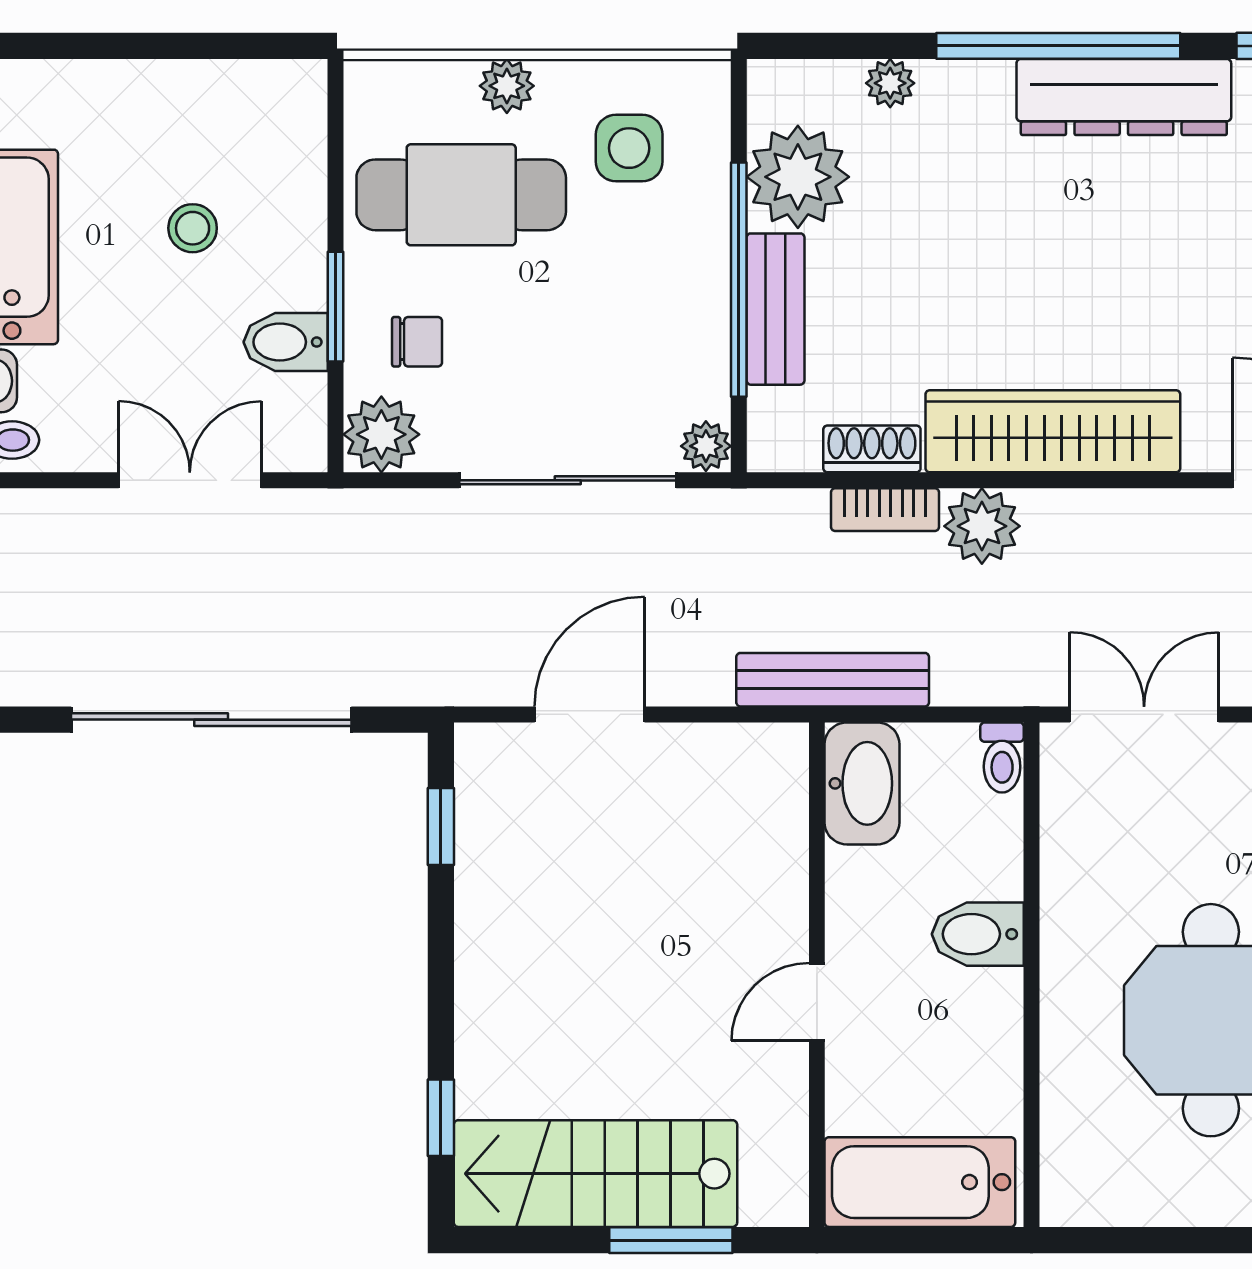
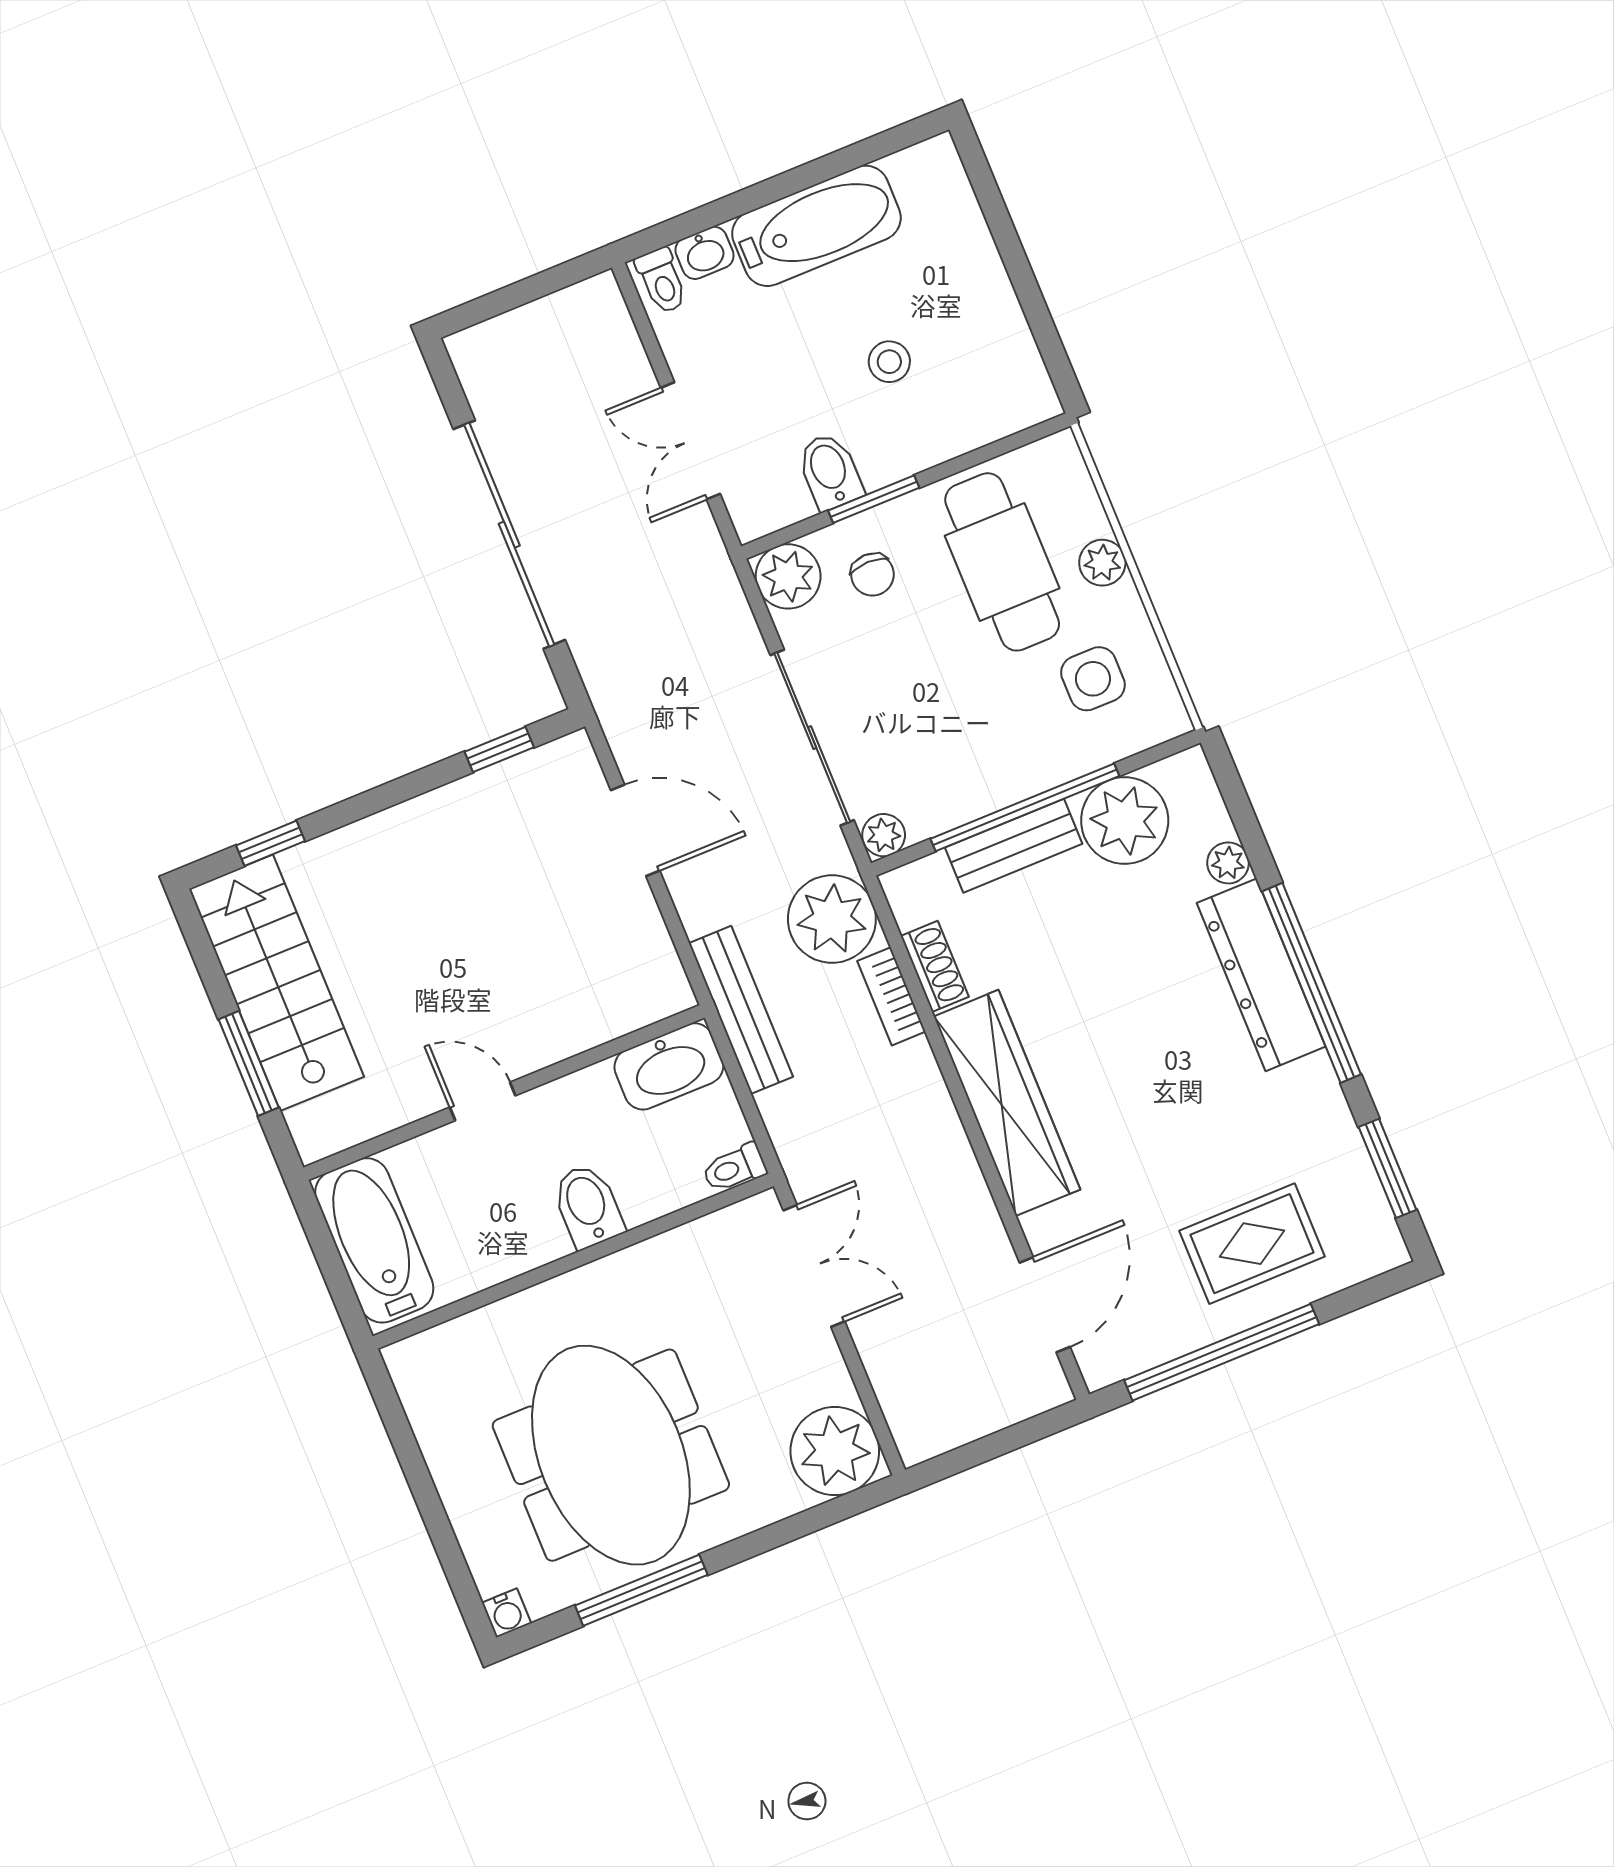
dresser: (1124, 97) -> (1261, 975), moved
double door: (190, 480) -> (690, 441), swing flipped
plant: (982, 526) -> (832, 919), moved, width x1.36, depth x1.36

